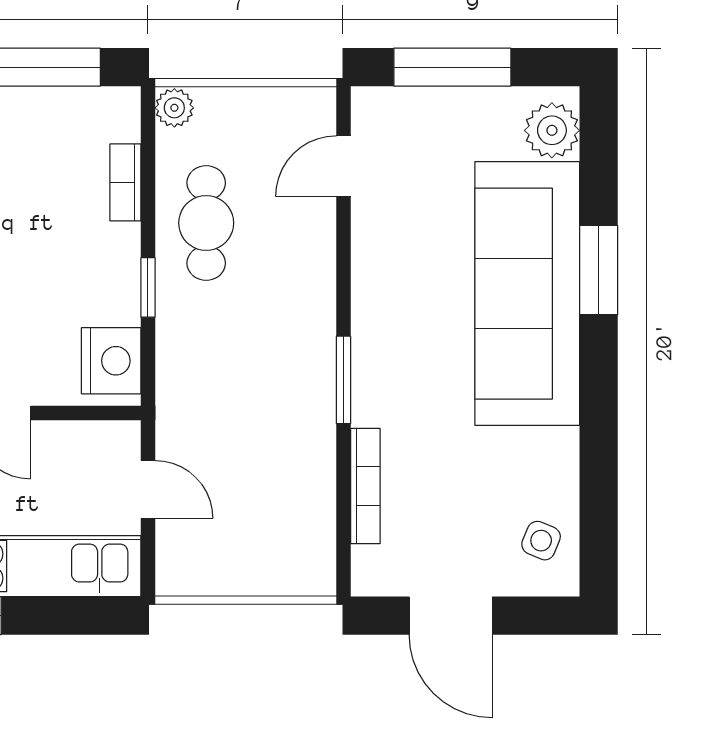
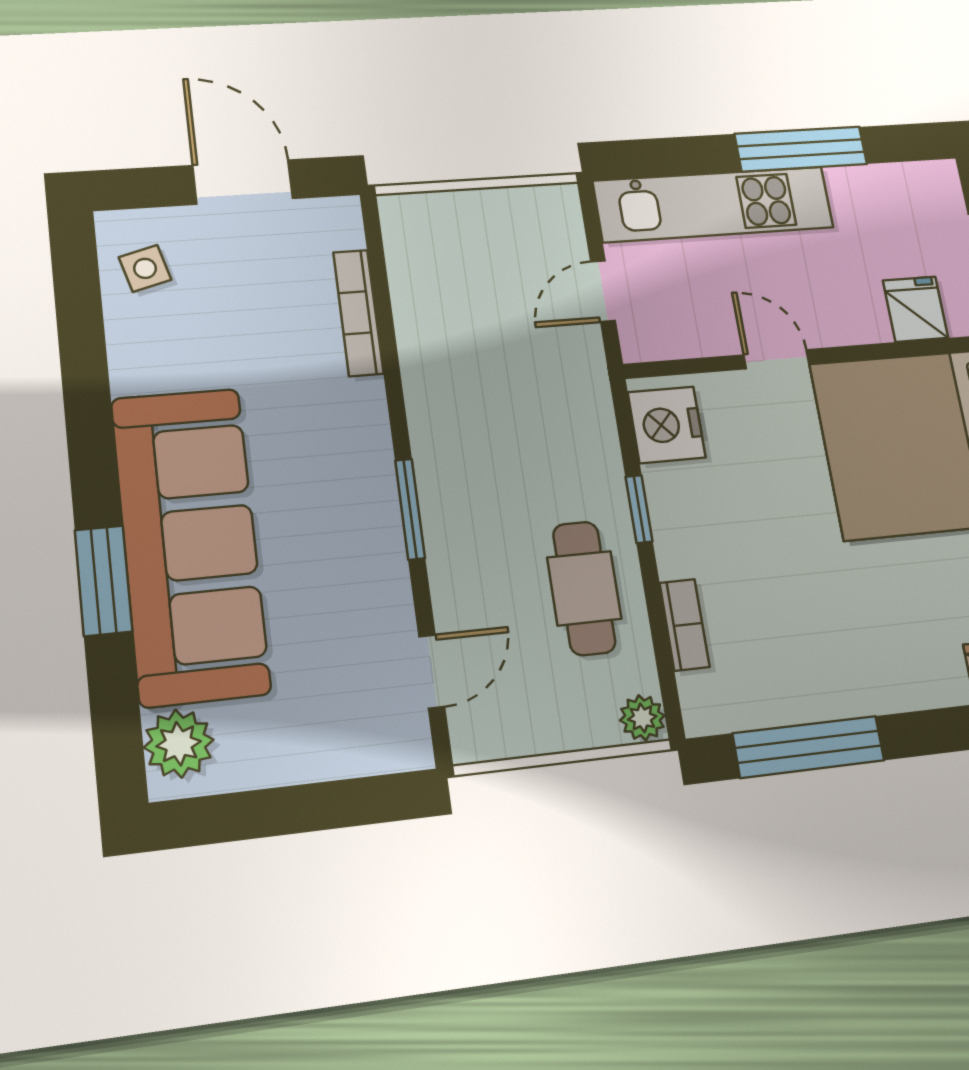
window: (452, 67) -> (313, 807), removed
window: (343, 380) -> (410, 509), moved
door: (148, 490) -> (603, 291), hinge flipped
side table: (541, 541) -> (145, 268), turned -38

